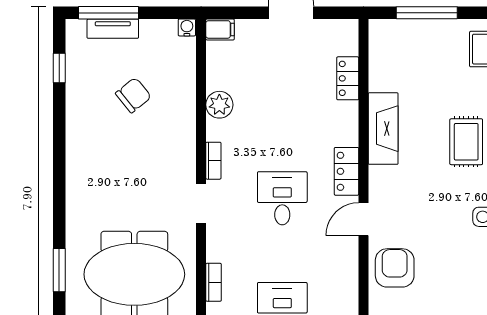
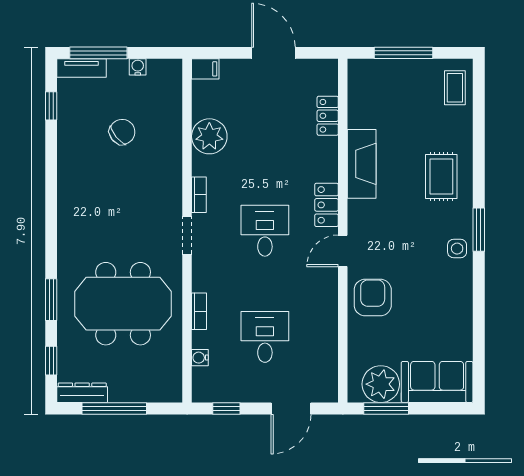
water cooler: (187, 27) -> (138, 67), moved
tv unit: (113, 29) -> (81, 68), moved
plant: (219, 105) -> (209, 136), width x1.36, depth x1.36

